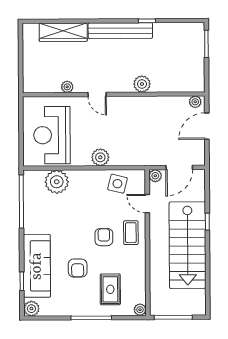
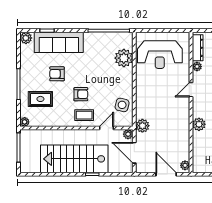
dresser: (43, 86) -> (198, 48), added
reception desk: (52, 135) -> (160, 55), turned 180
plant: (100, 157) -> (142, 126), moved

